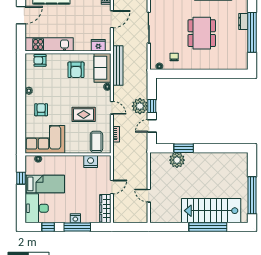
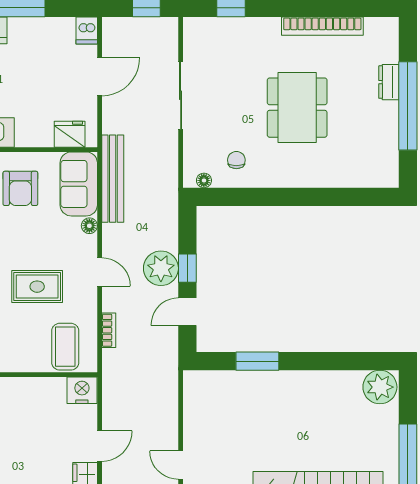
plant: (177, 160) -> (380, 387), moved
nightstand: (91, 162) -> (82, 390), moved

